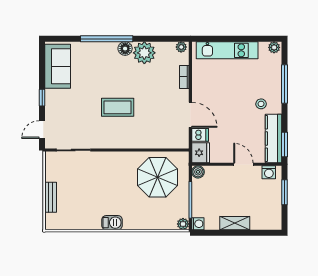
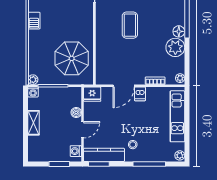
dishwasher: (200, 135) -> (140, 94), moved
boiler: (198, 172) -> (76, 112), moved

